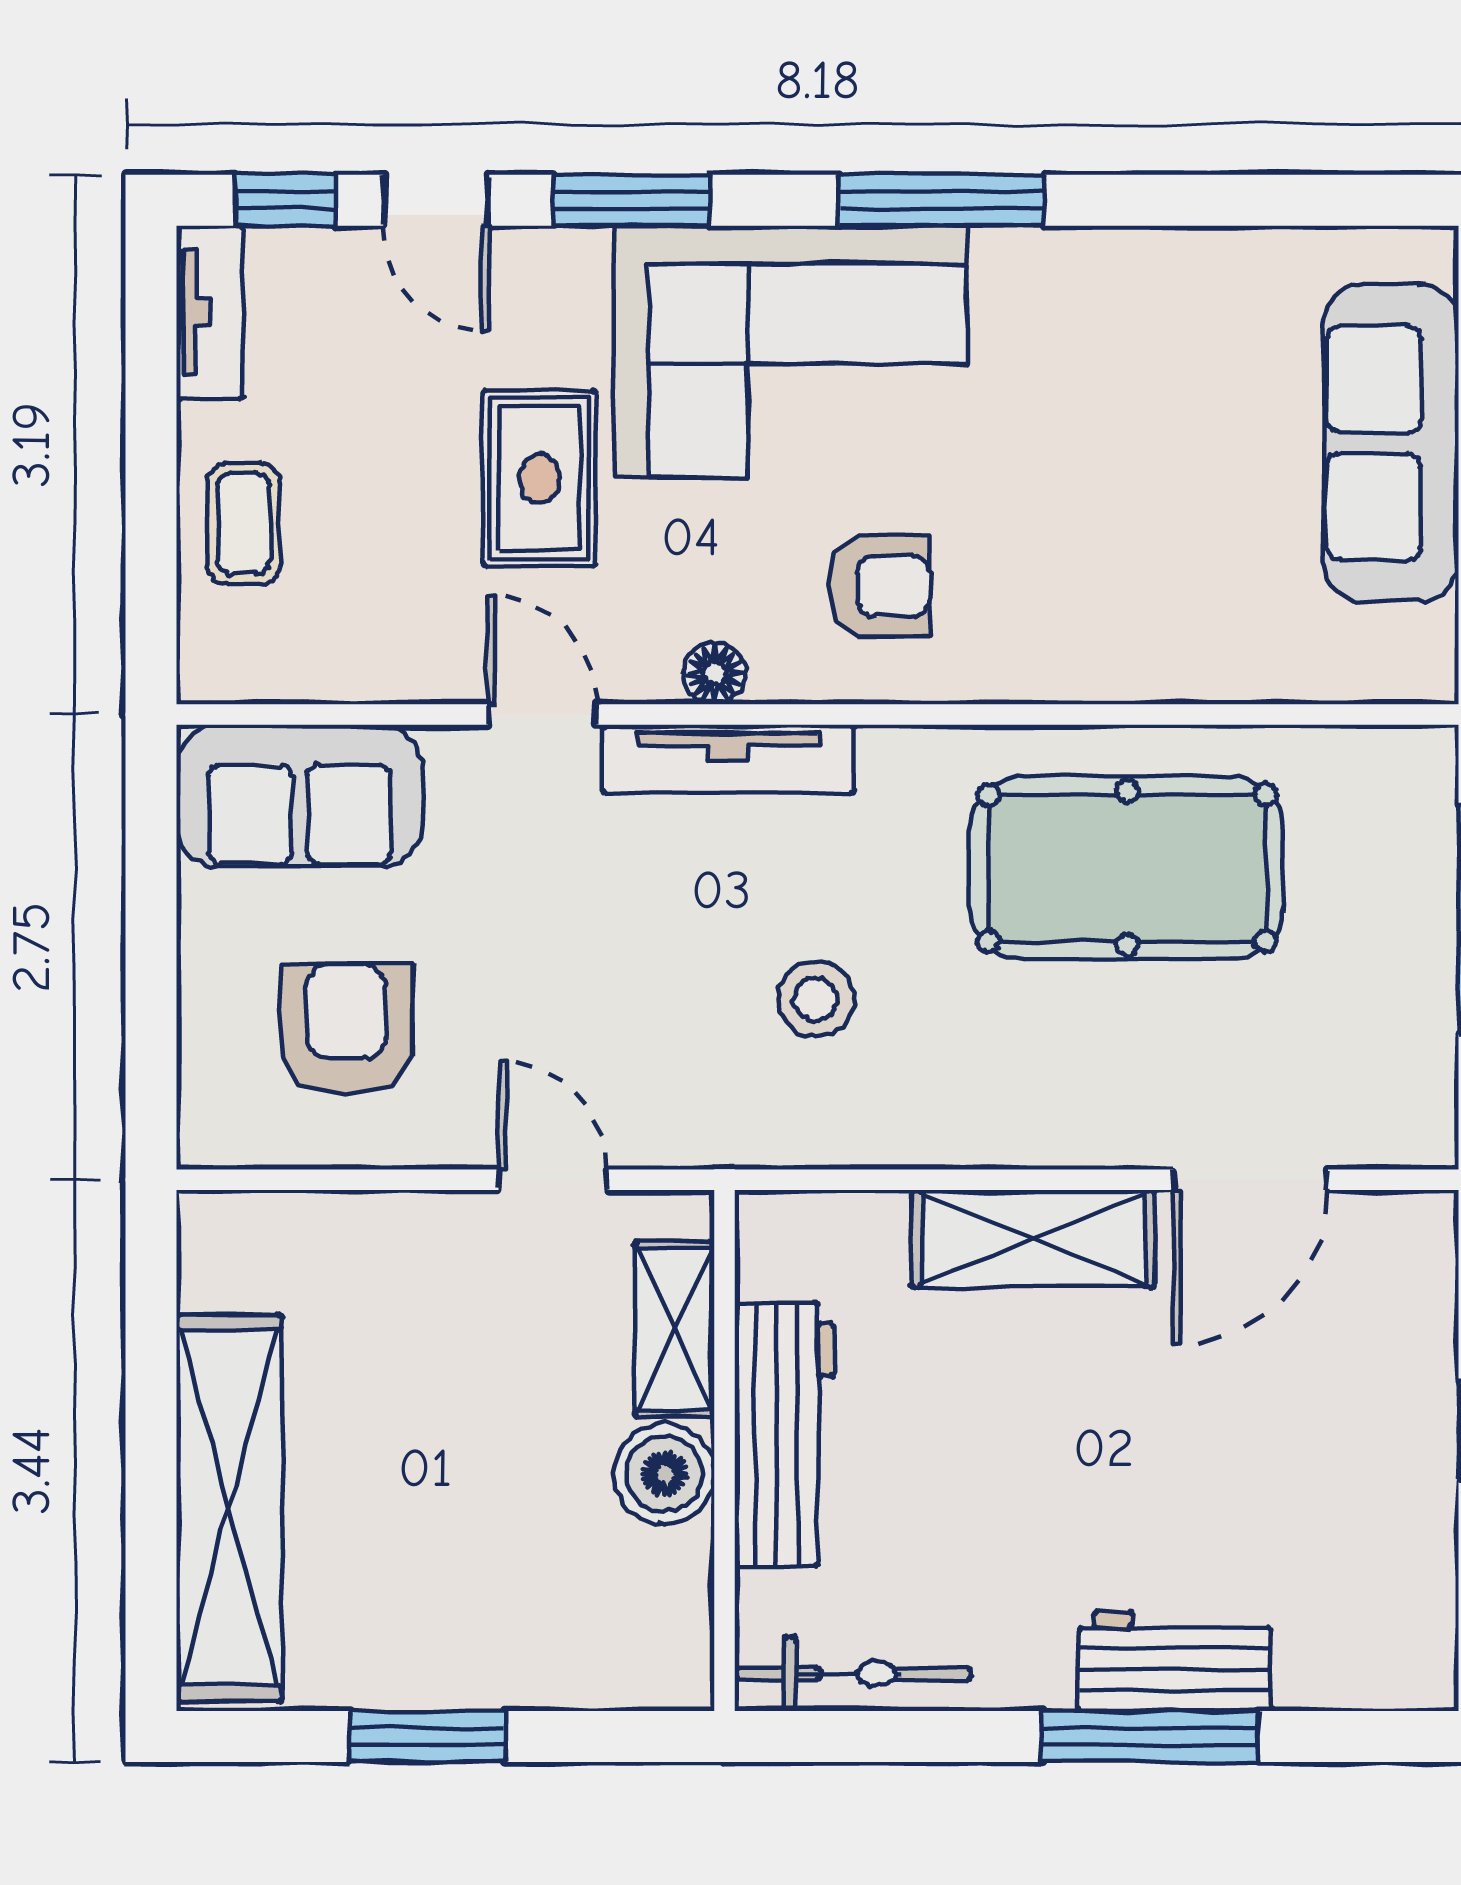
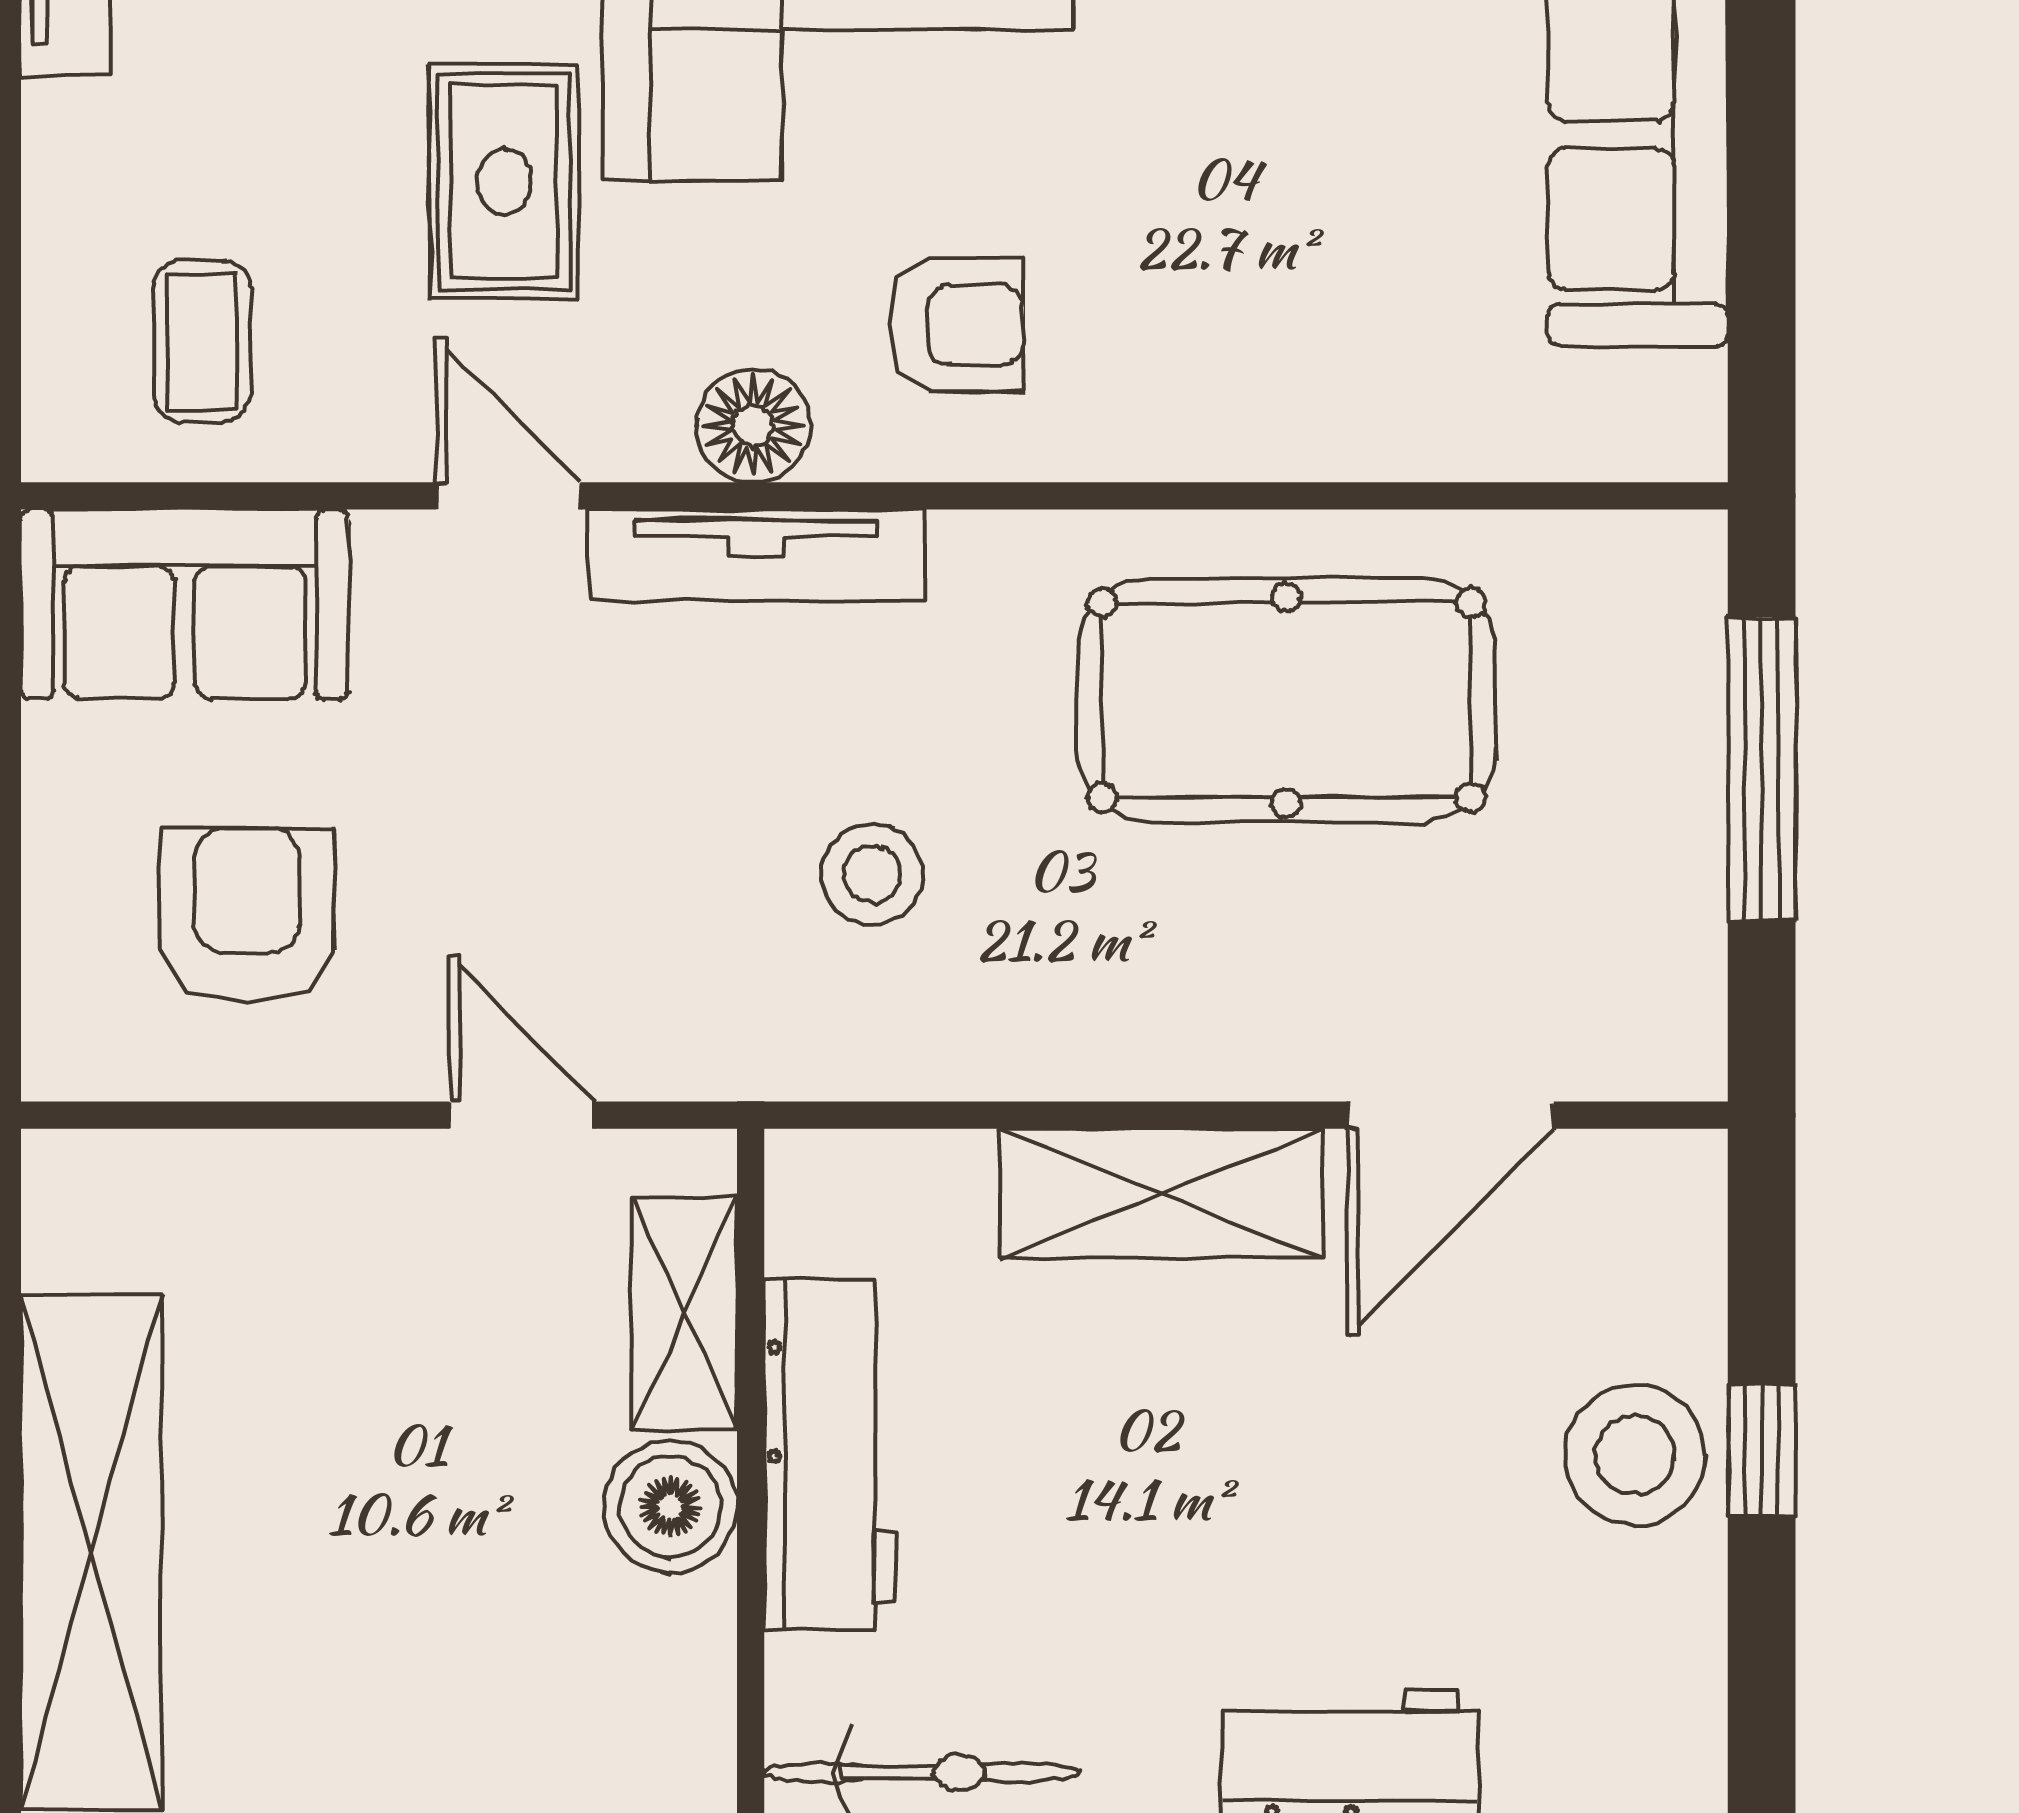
coffee table: (244, 524) -> (202, 342), moved
floor lamp: (715, 673) -> (753, 426), width x1.37, depth x1.37
stool: (1389, 1435) -> (1635, 1455), added

